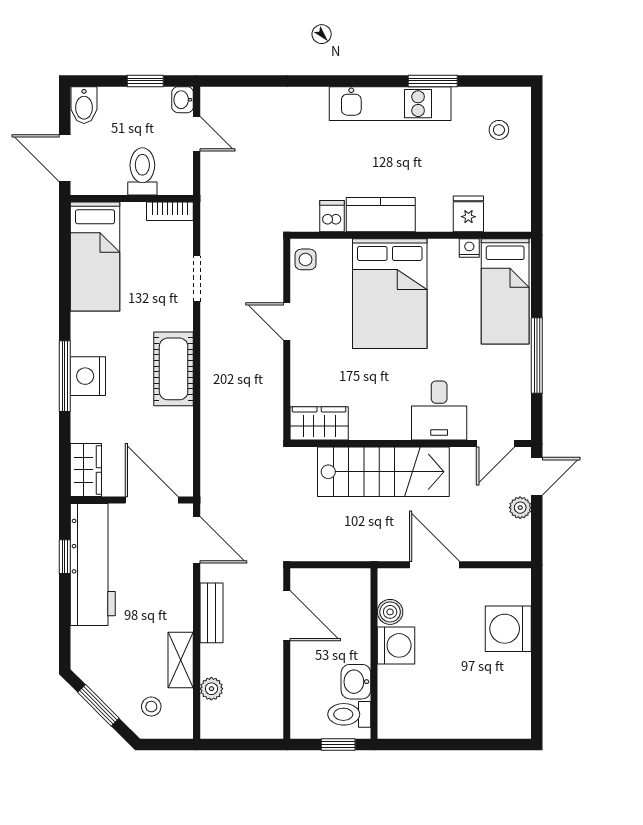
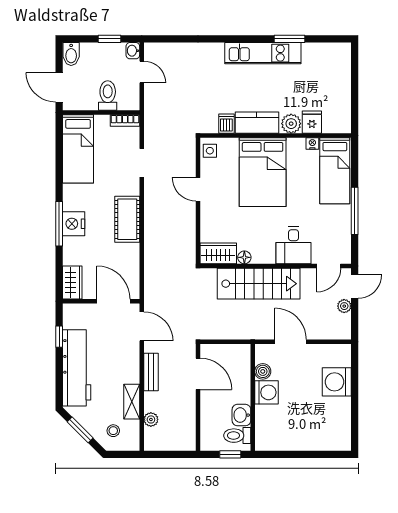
stool: (499, 130) -> (331, 70), removed
plant: (435, 216) -> (291, 124), added
floor lamp: (361, 430) -> (244, 257), added
workbench: (93, 564) -> (77, 368), moved

